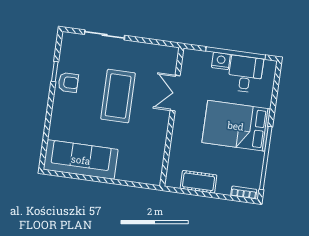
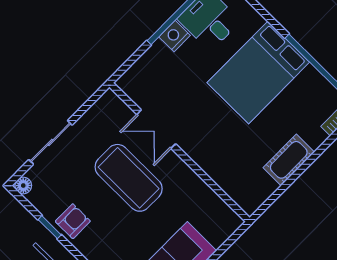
floor lamp: (67, 38) -> (23, 186), added
double door: (175, 93) -> (156, 129), moved
wall: (172, 117) -> (179, 152), moved

